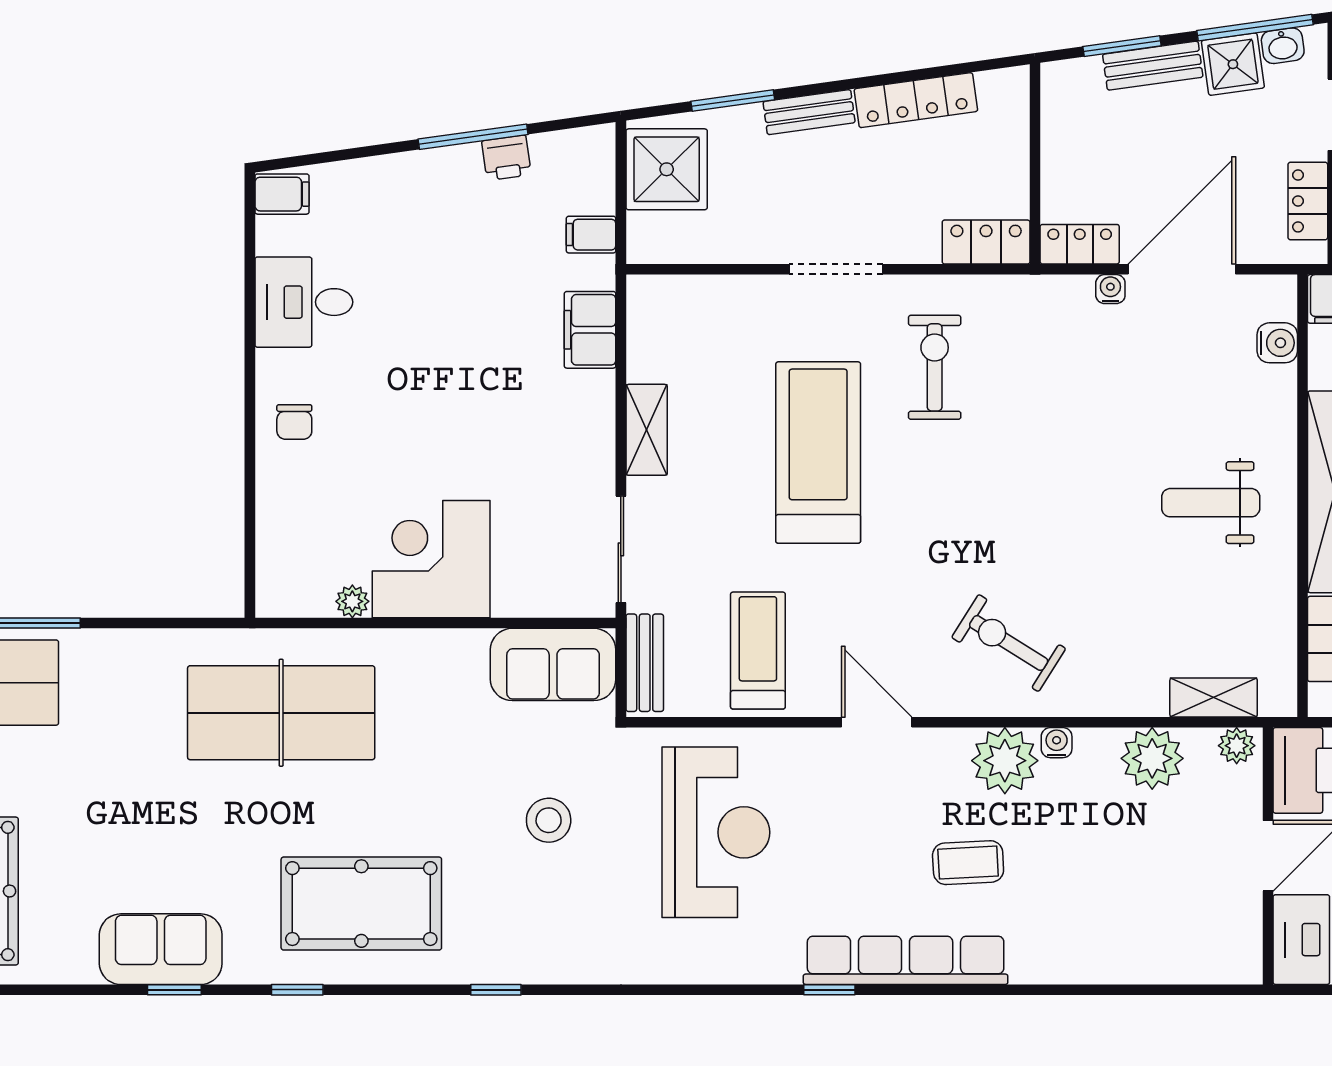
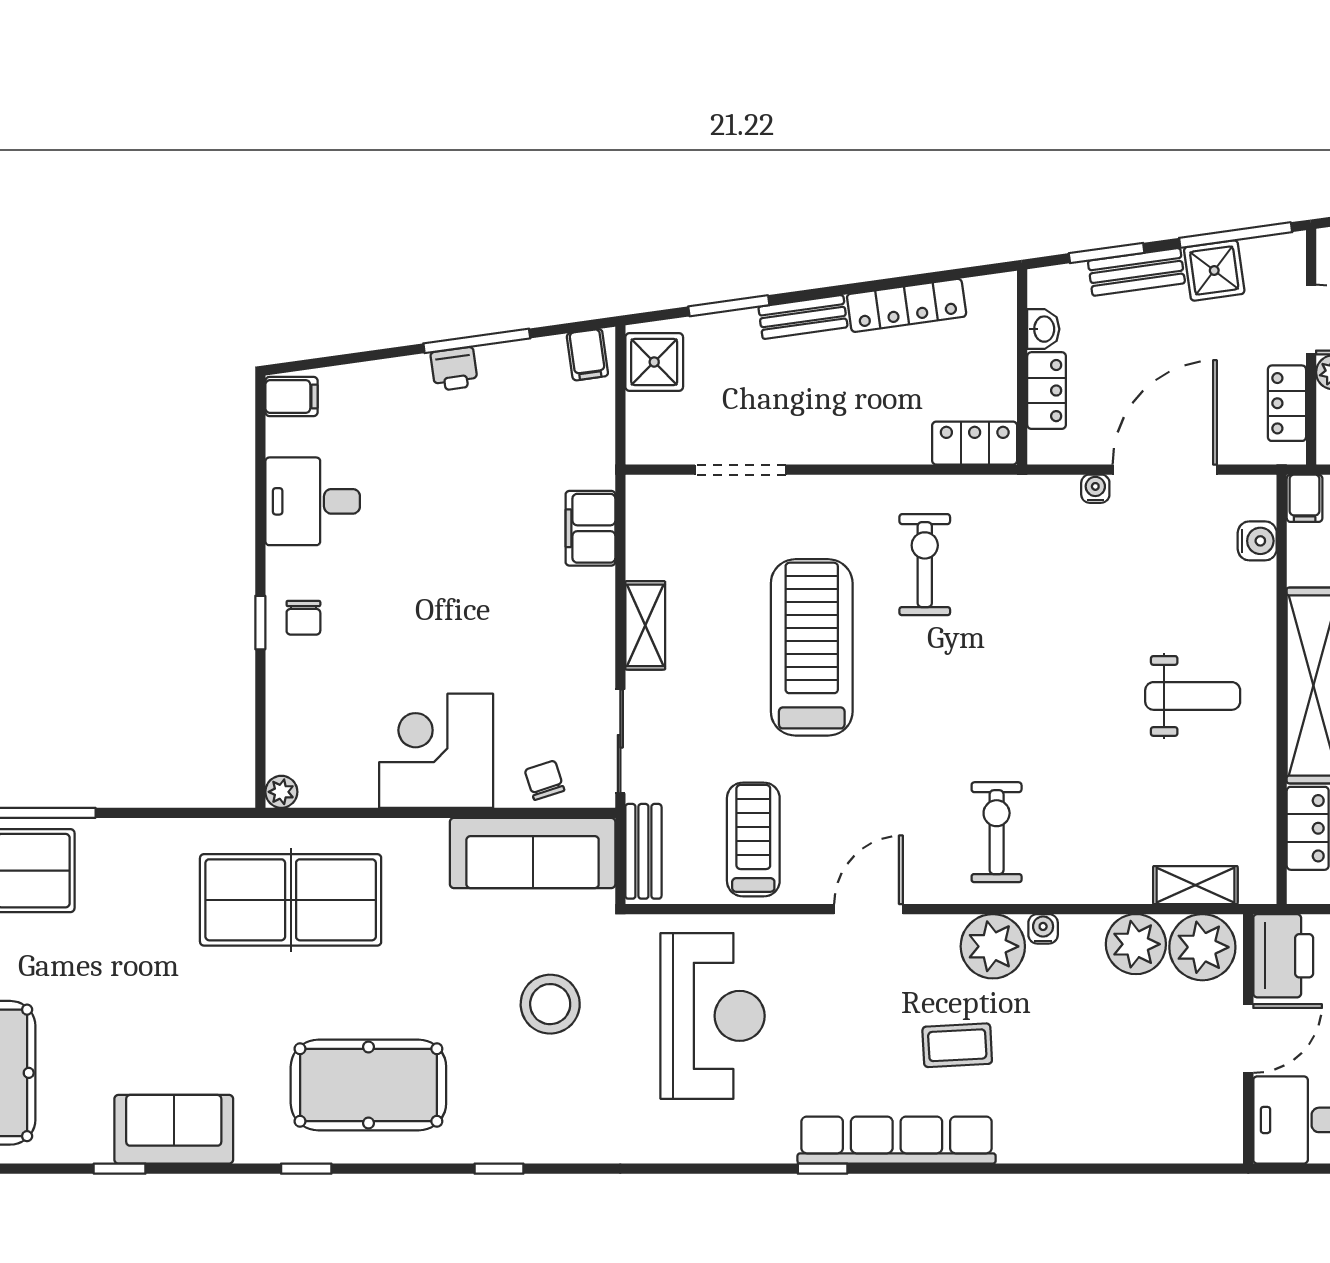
washbasin: (1283, 46) -> (1043, 329), moved, turned -82
printer: (506, 158) -> (454, 369), moved
shower: (667, 169) -> (654, 362), width x0.73, depth x0.73
filing cabinet: (591, 235) -> (587, 355), moved, turned -98
locker: (1080, 244) -> (1047, 391), moved, turned 90
doorway: (836, 269) -> (740, 470), moved
window: (250, 427) -> (260, 623), added
weight bench: (1211, 503) -> (1193, 696), turned 180
chair: (543, 590) -> (545, 780), added
plant: (352, 601) -> (281, 792), moved
exercise bike: (1009, 643) -> (997, 832), turned 58
sofa: (553, 664) -> (533, 853), width x1.36
door: (877, 722) -> (868, 909), hinge flipped
plant: (1237, 746) -> (1202, 947), width x1.87, depth x1.87
stool: (549, 820) -> (550, 1004), width x1.38, depth x1.38
window: (174, 990) -> (120, 1169), moved

